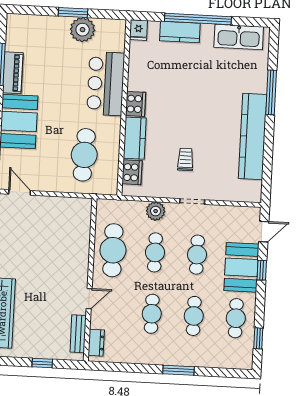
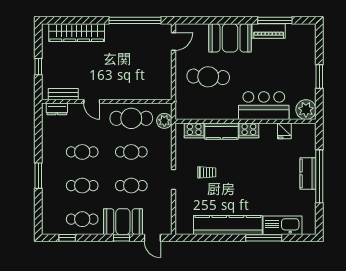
plant: (83, 30) -> (306, 110), moved
fridge: (138, 30) -> (284, 131), moved, turned -90
kitchen counter: (180, 32) -> (308, 173), moved
kitchen sink: (239, 37) -> (282, 225), moved, turned 90
cafe table: (84, 155) -> (208, 77), moved
plant: (156, 211) -> (164, 121), moved

